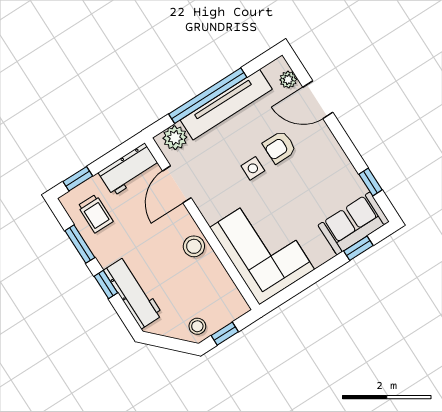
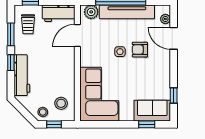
stool: (194, 246) -> (61, 103), moved

